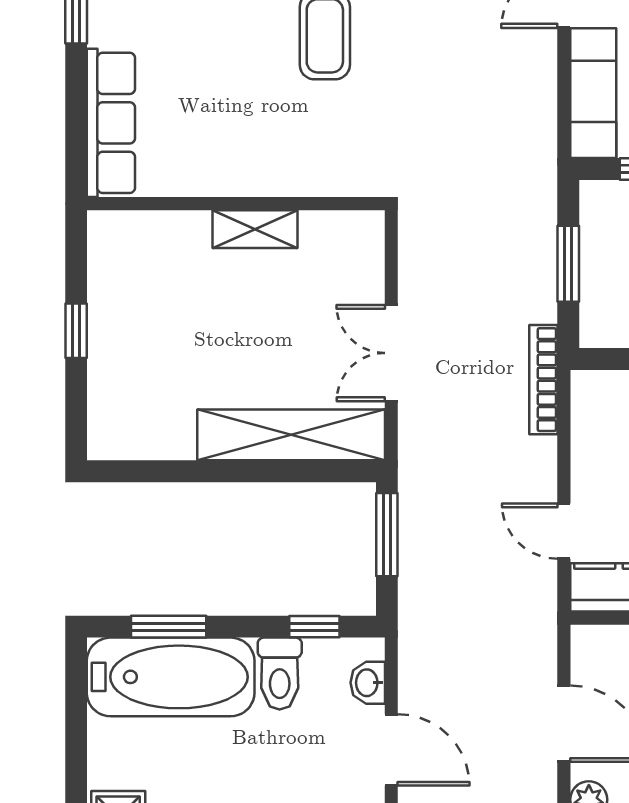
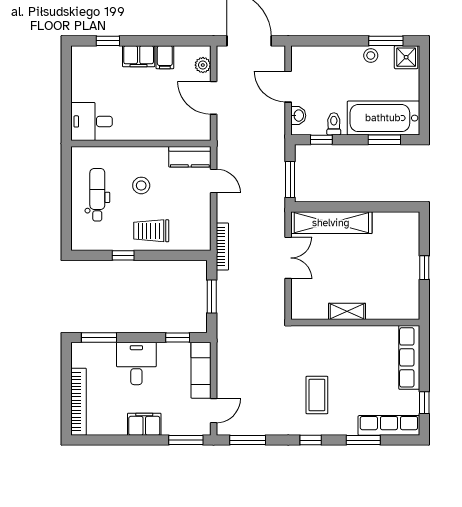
toilet: (280, 674) -> (334, 124), width x0.73, depth x0.72

